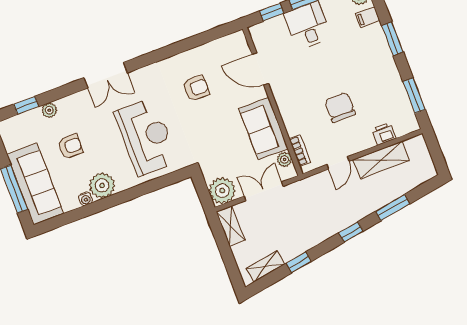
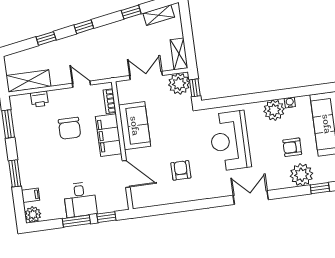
armchair: (196, 88) -> (181, 170), turned 90
plant: (49, 110) -> (301, 175), width x1.87, depth x1.87
filing cabinet: (292, 110) -> (108, 135), added
plant: (284, 159) -> (123, 97), removed
shelving: (381, 160) -> (28, 81), moved
door: (338, 163) -> (81, 84), hinge flipped
window: (202, 190) -> (195, 88), added
double door: (264, 191) -> (146, 76), swing flipped
window: (393, 208) -> (46, 38), width x0.67

